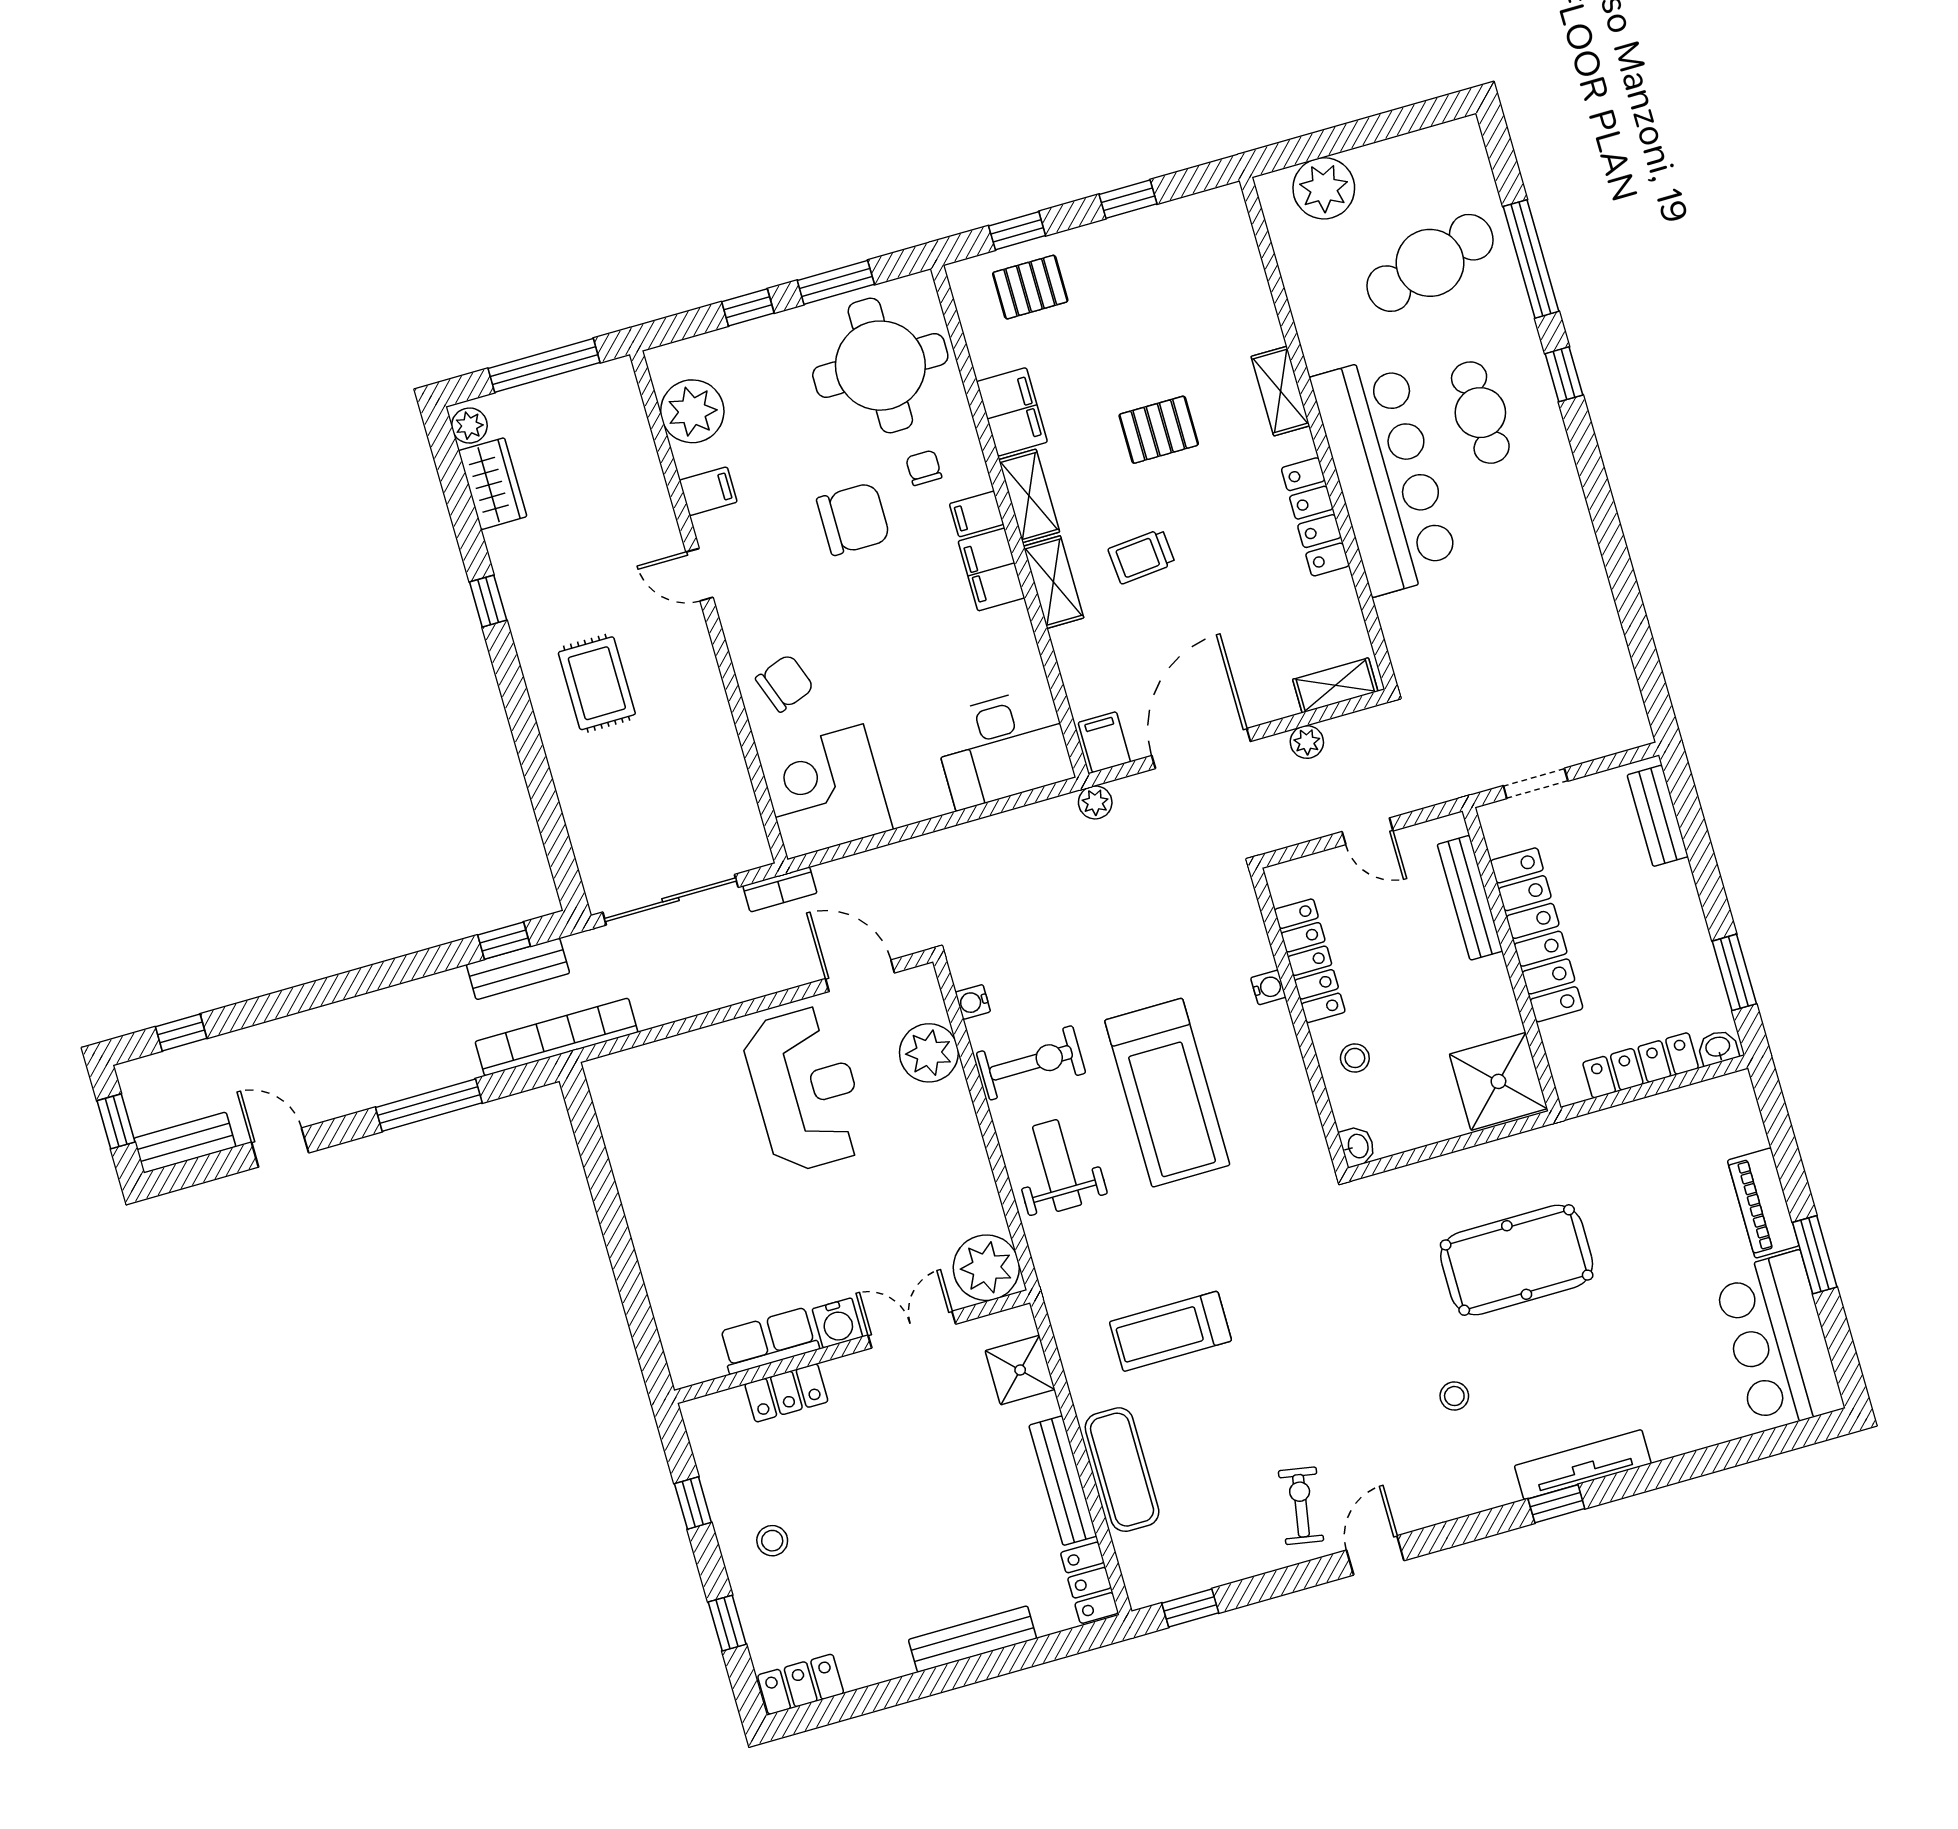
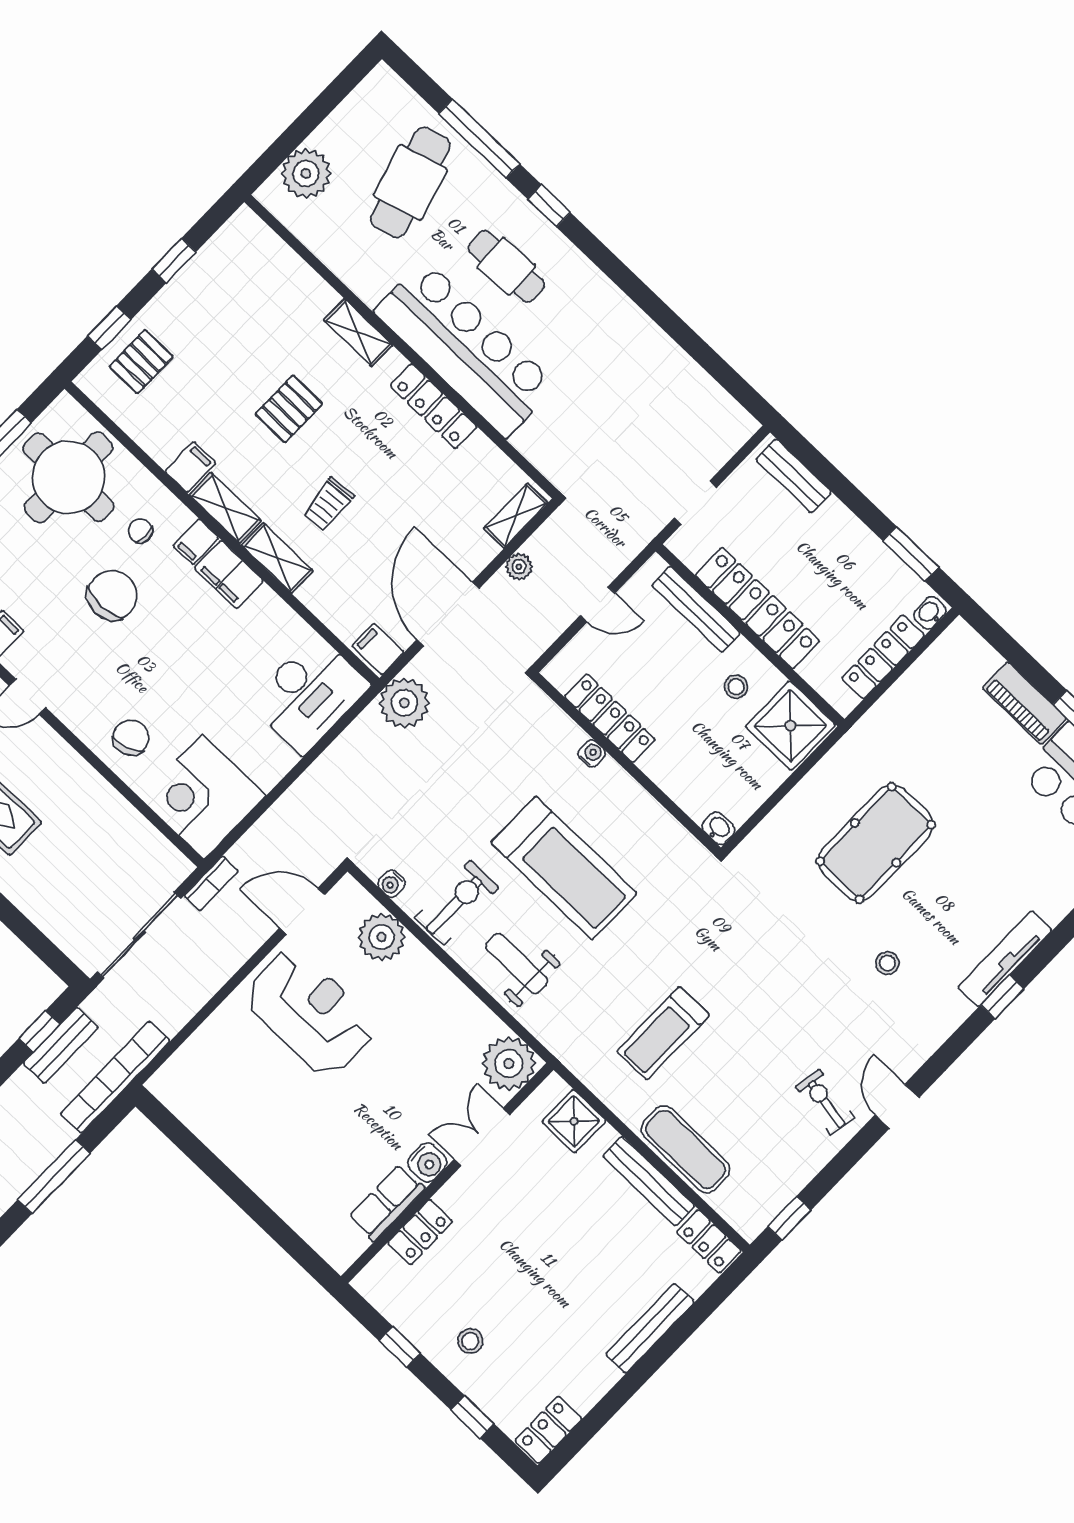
filing cabinet: (1012, 412) -> (190, 467), width x0.50
plant: (1095, 802) -> (404, 703), width x1.87, depth x1.87
stool: (1355, 1058) -> (736, 687), moved

